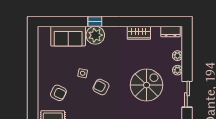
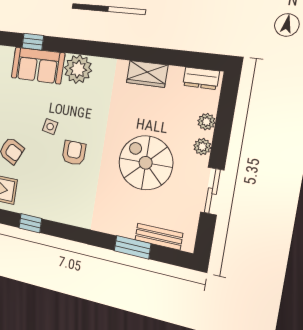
window: (95, 21) -> (33, 42), moved
spiral stairs: (147, 85) -> (146, 163), turned -90
armchair: (101, 87) -> (74, 153), turned 64

